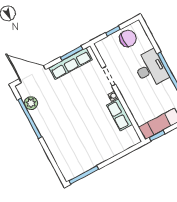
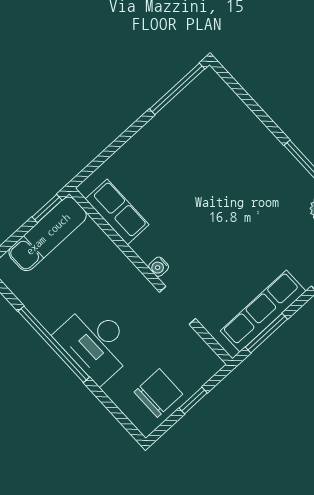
chair: (128, 39) -> (158, 393), turned 180
row of seats: (119, 115) -> (117, 212), moved

